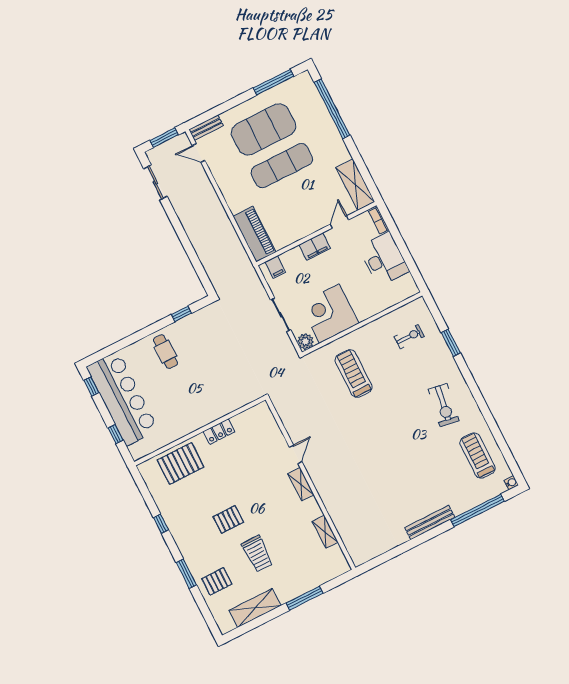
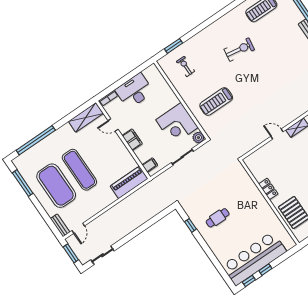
window: (451, 343) -> (173, 46), moved
cafe table: (165, 352) -> (218, 218), moved
exercise bike: (444, 405) -> (239, 50), moved
window: (115, 434) -> (265, 270), moved

